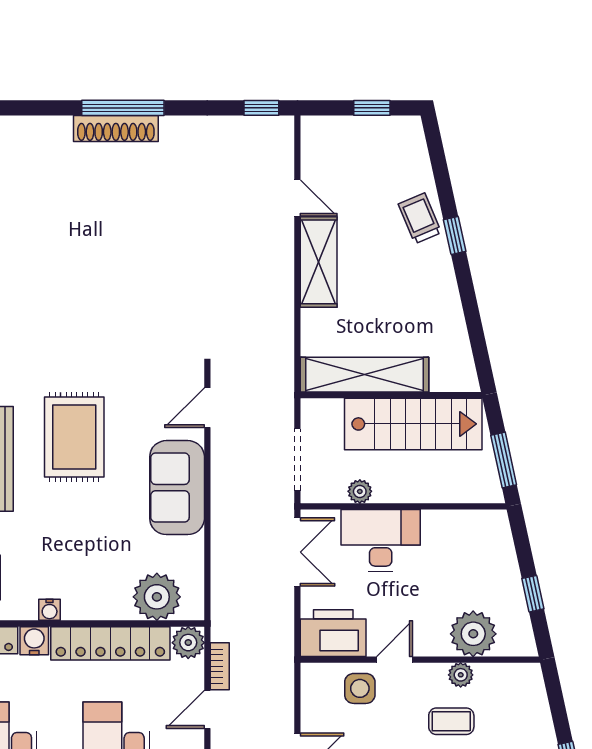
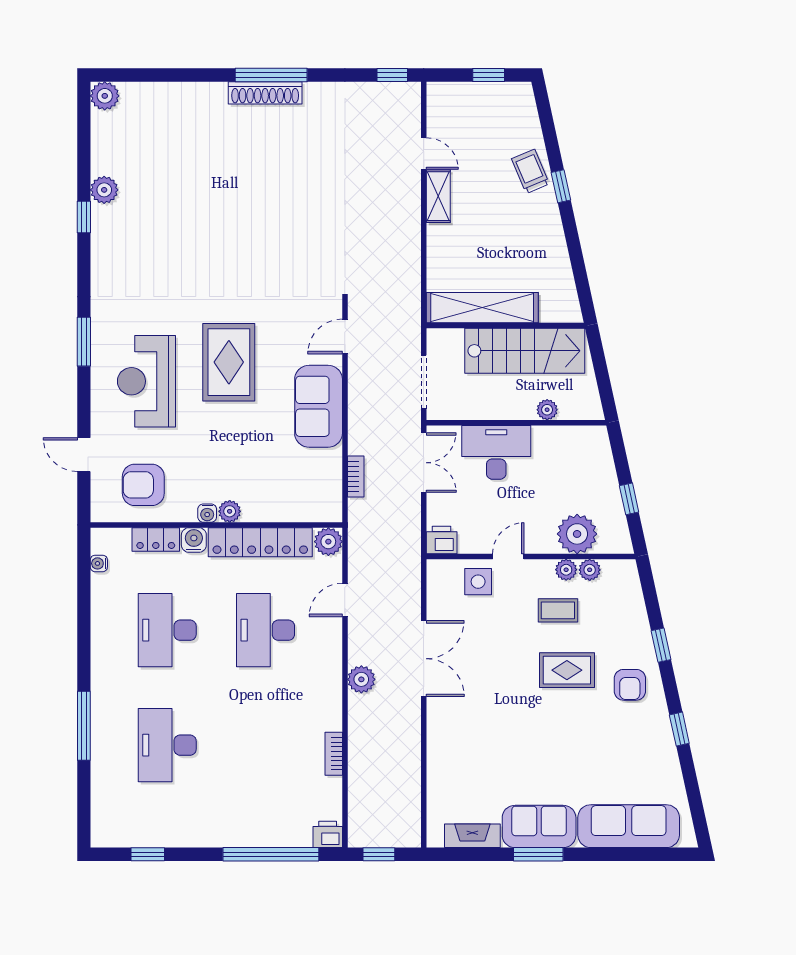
shelving: (319, 262) -> (438, 196), width x0.67, depth x0.75
window: (504, 460) -> (604, 382), removed
plant: (360, 491) -> (547, 410), moved
plant: (157, 597) -> (230, 511), moved, width x0.53, depth x0.53
printer: (333, 633) -> (442, 540), width x0.53, depth x0.68
bookcase: (220, 666) -> (356, 476), moved
plant: (488, 675) -> (590, 570), added

